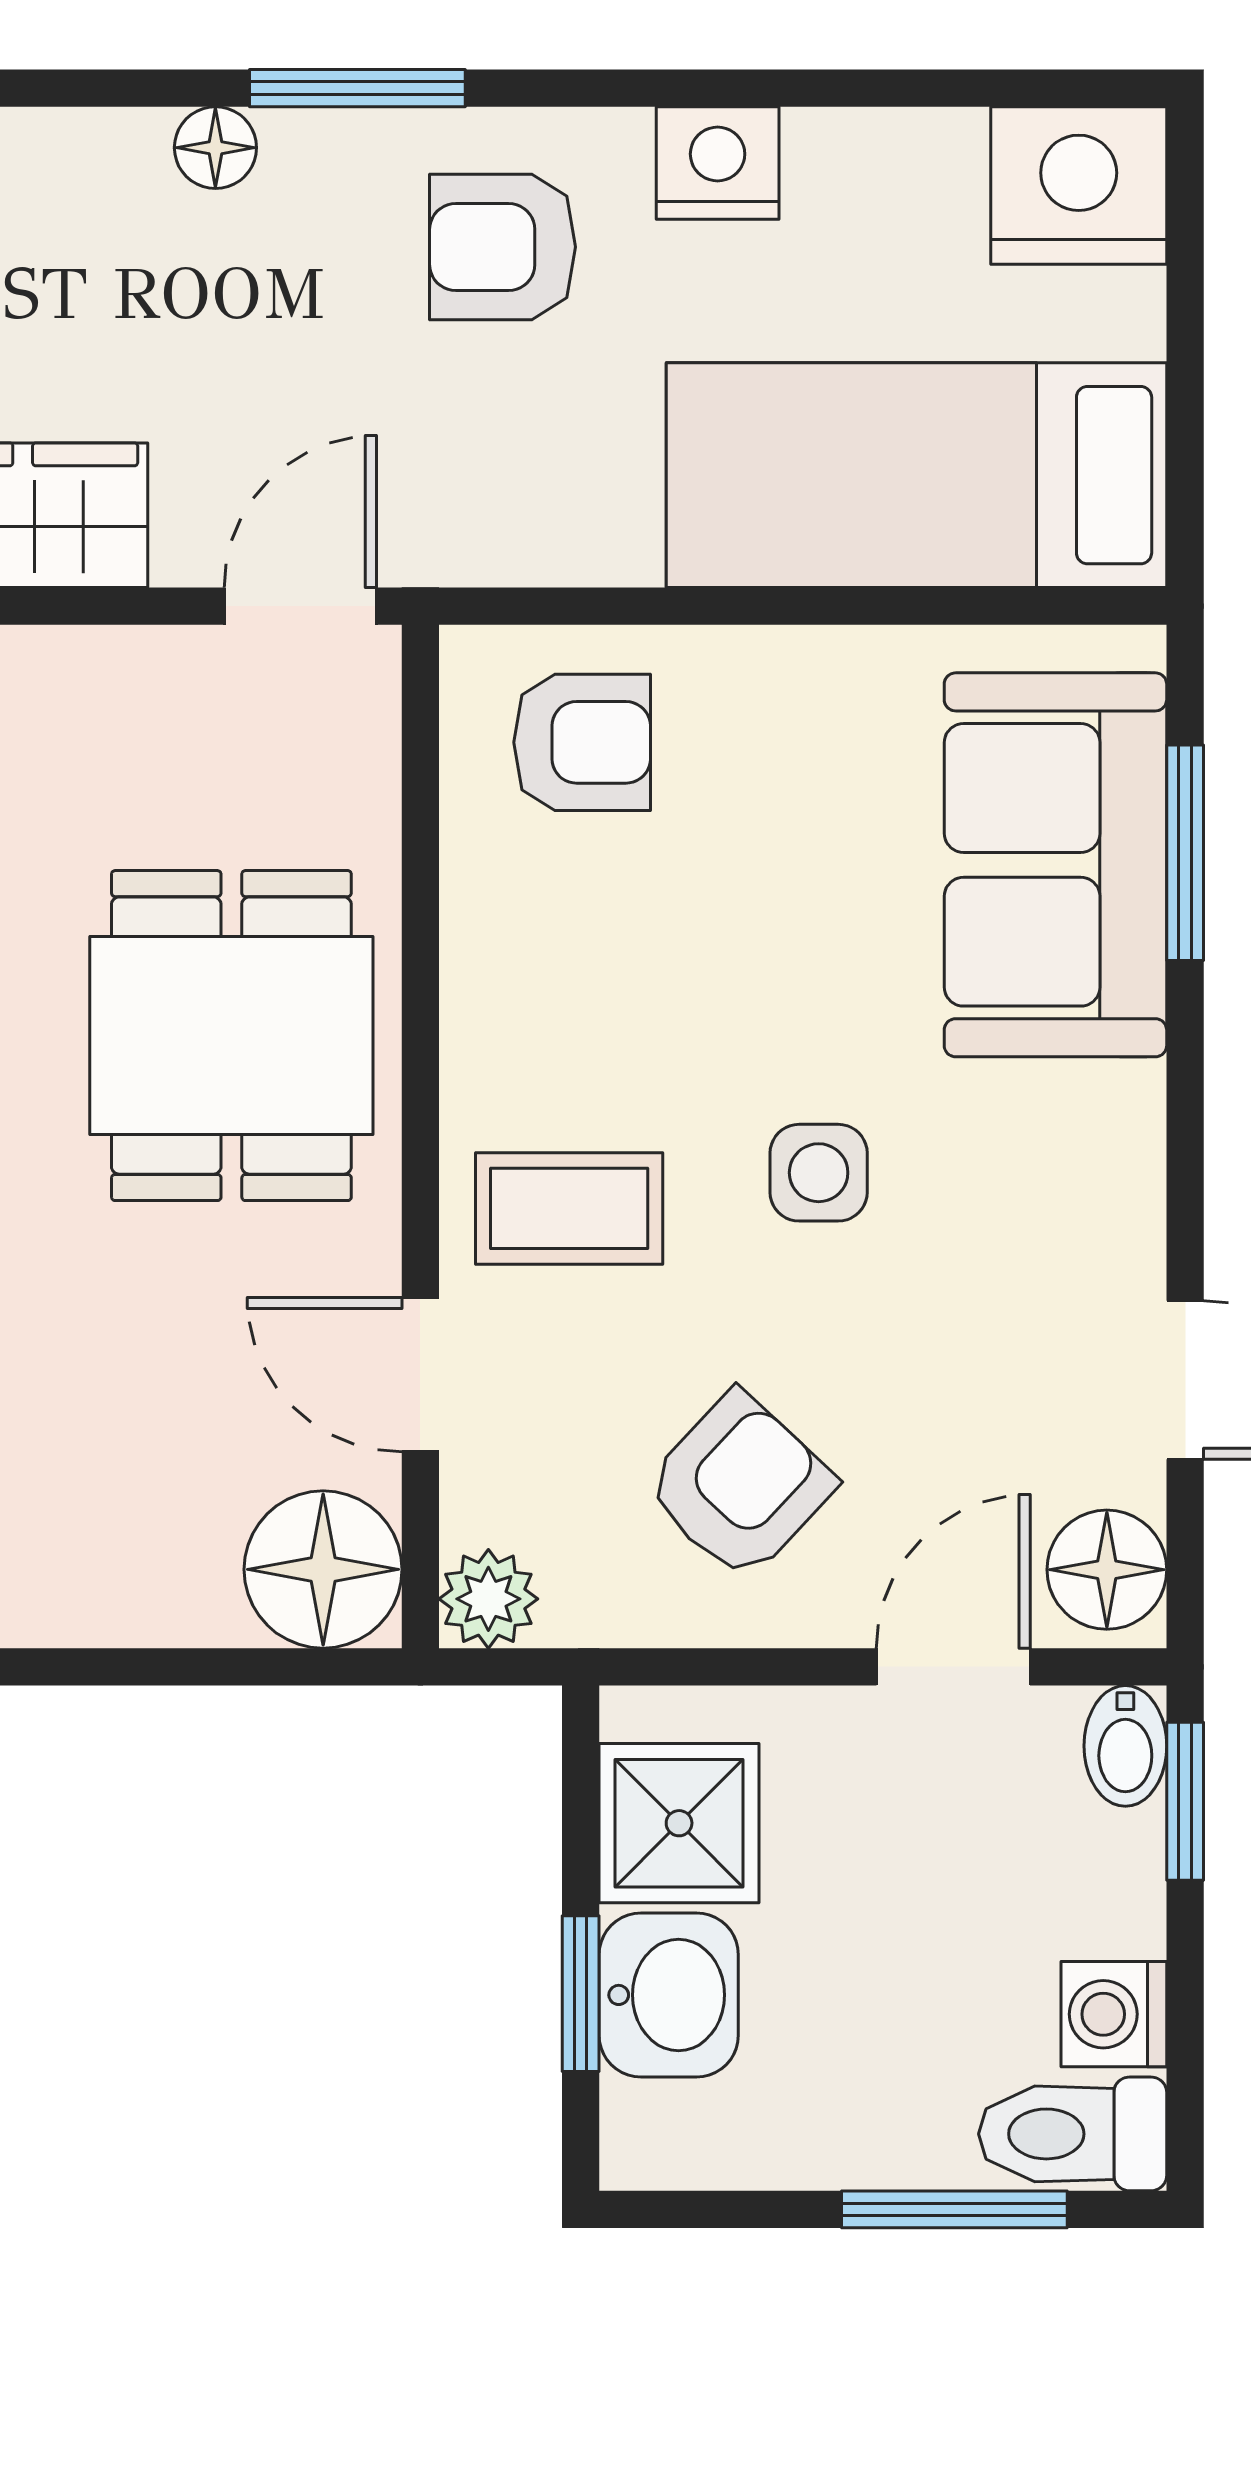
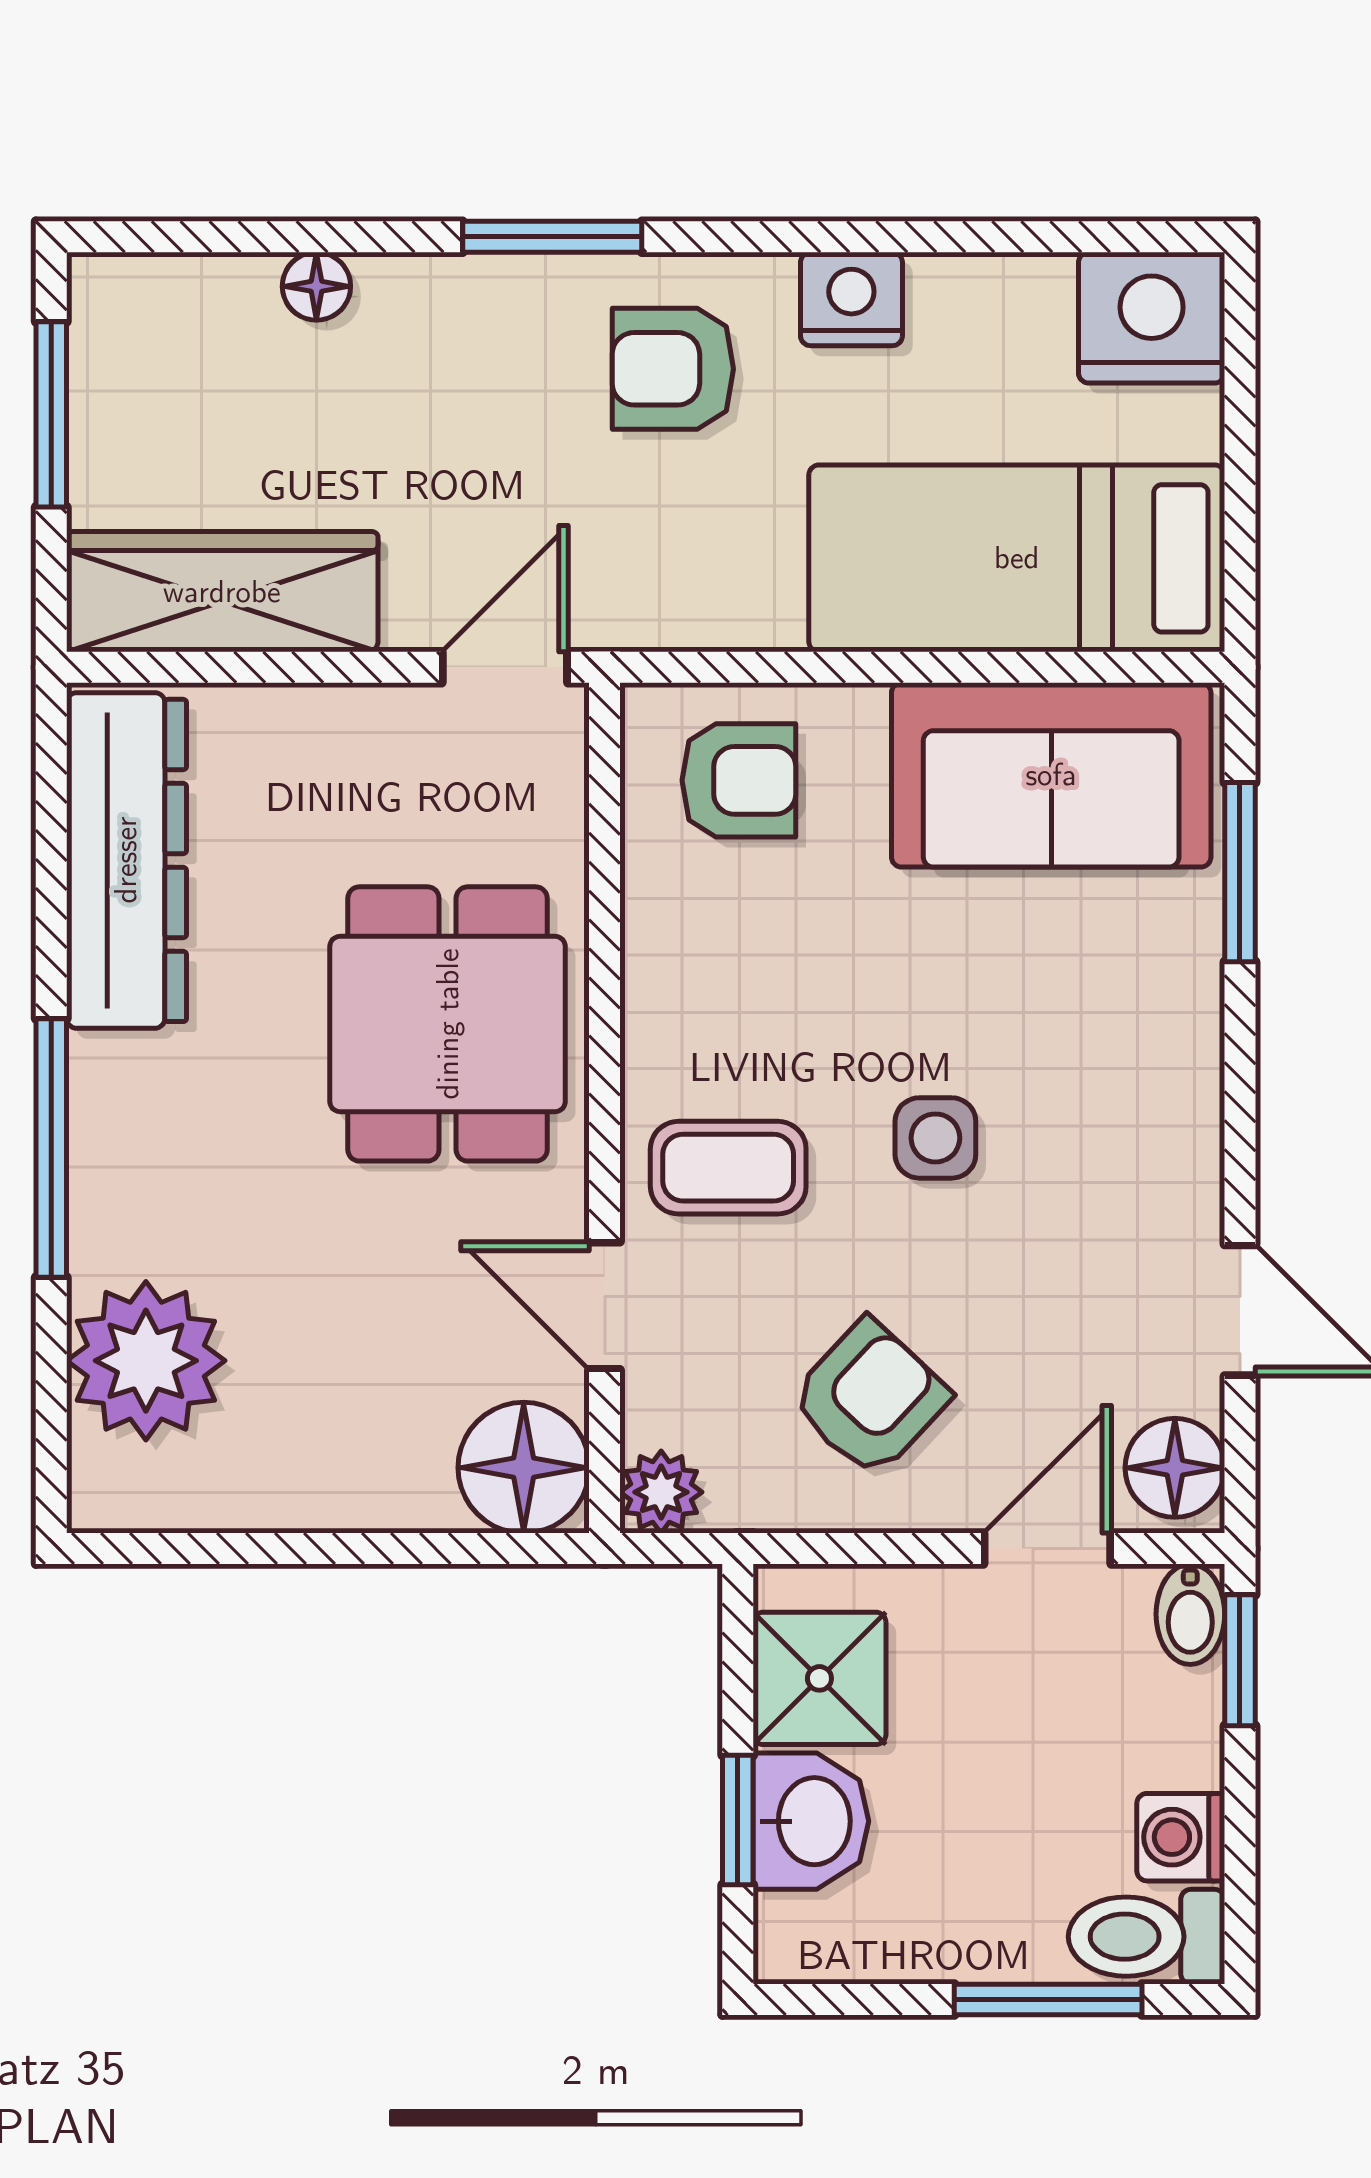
floor lamp: (215, 148) -> (316, 286), moved
sofa: (1055, 865) -> (1051, 775), moved, turned -90

